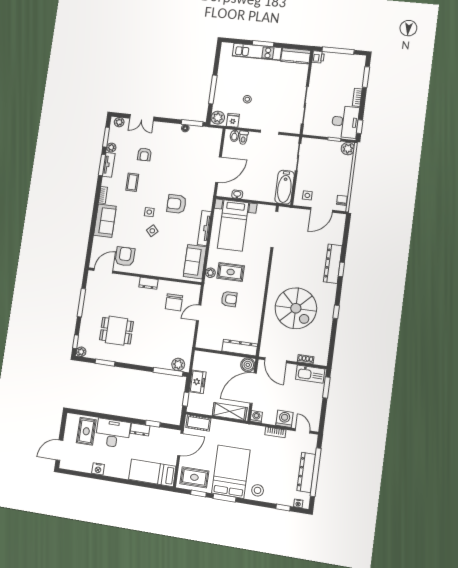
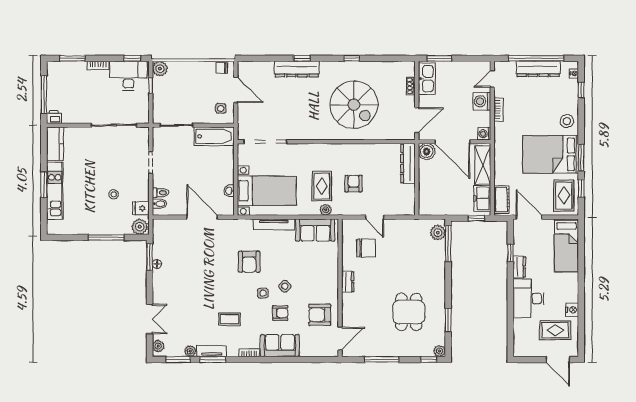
armchair: (144, 154) -> (280, 313), moved
door: (103, 271) -> (340, 339), swing flipped
spiral stairs: (296, 308) -> (354, 105), turned 90
freezer: (198, 382) -> (482, 199), moved, turned -90
rug: (86, 431) -> (555, 330), moved

